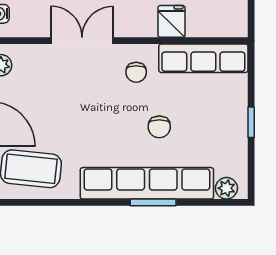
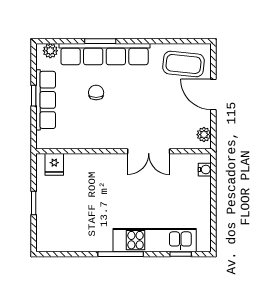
fridge: (172, 21) -> (54, 164), moved
row of seats: (203, 58) -> (46, 100), moved, turned 90
chair: (136, 72) -> (112, 130), removed

